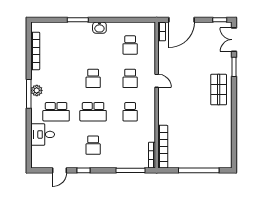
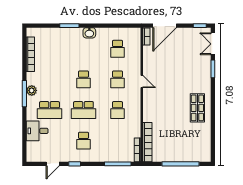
shop shelf: (219, 90) -> (197, 108), moved

